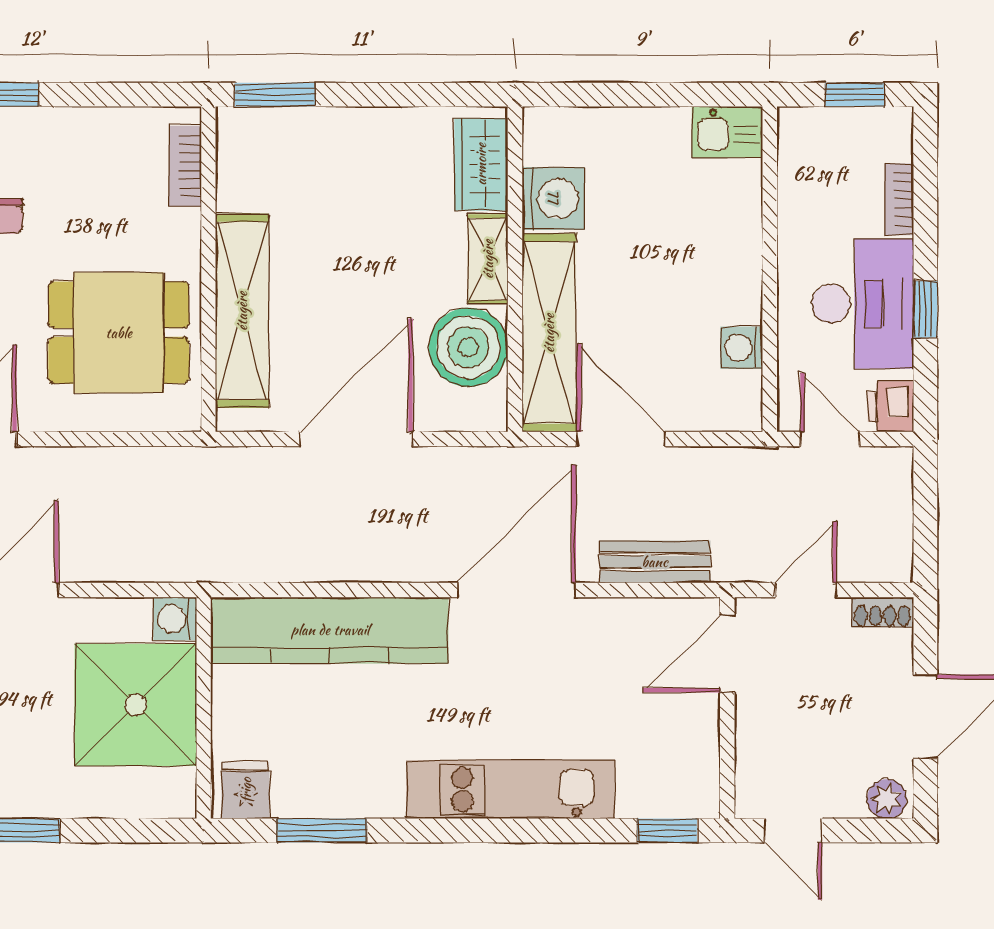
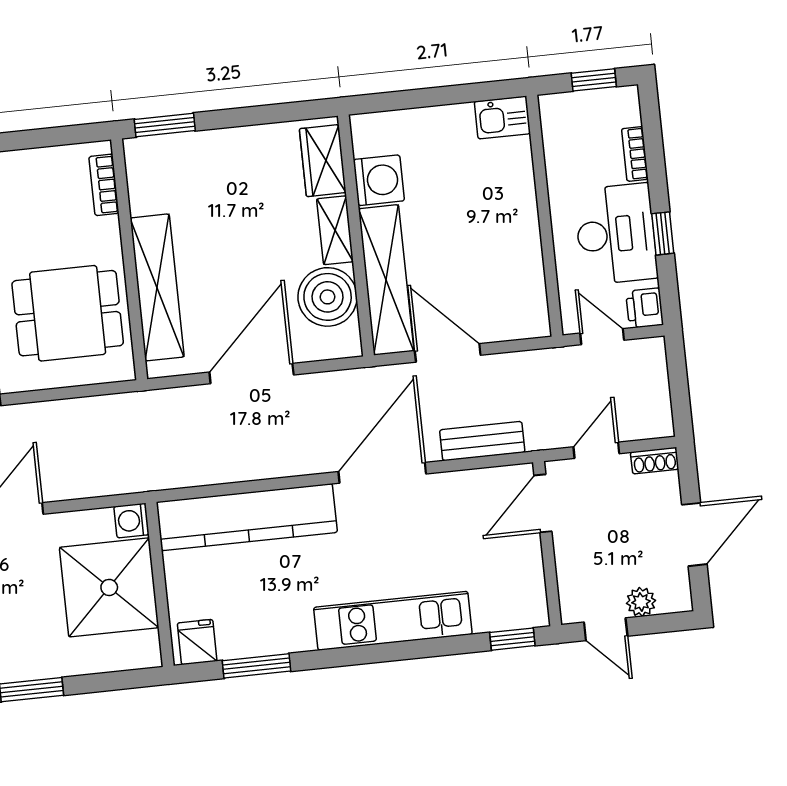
washing machine: (742, 348) -> (530, 276), removed
plant: (887, 799) -> (641, 602), moved

